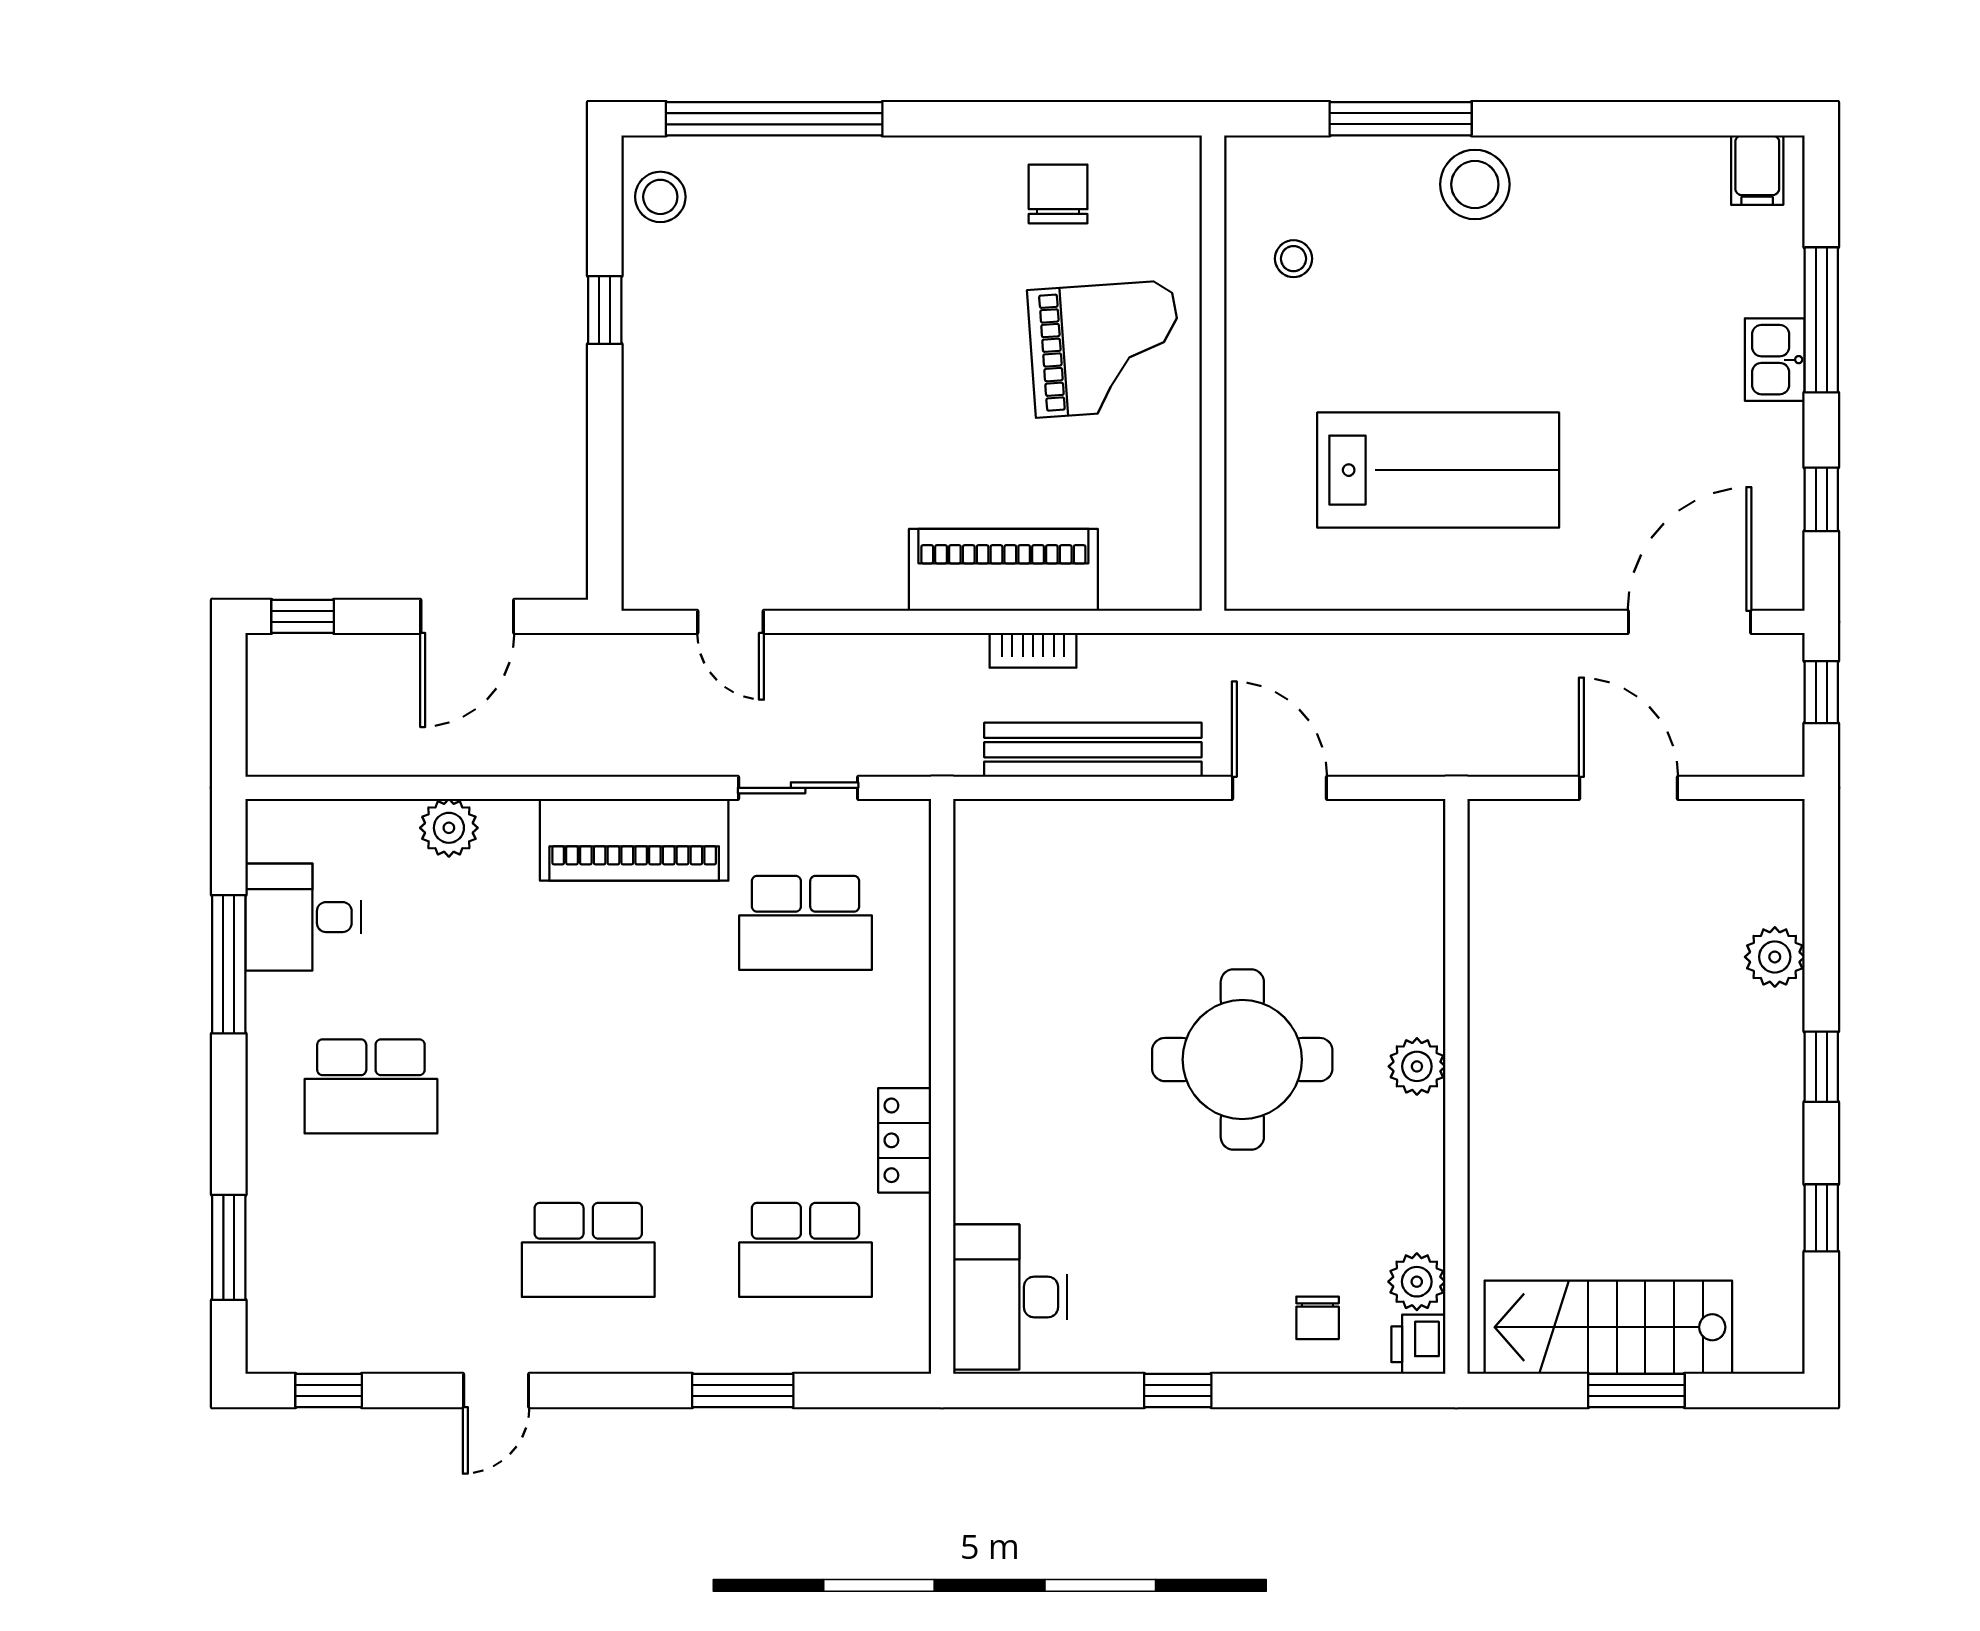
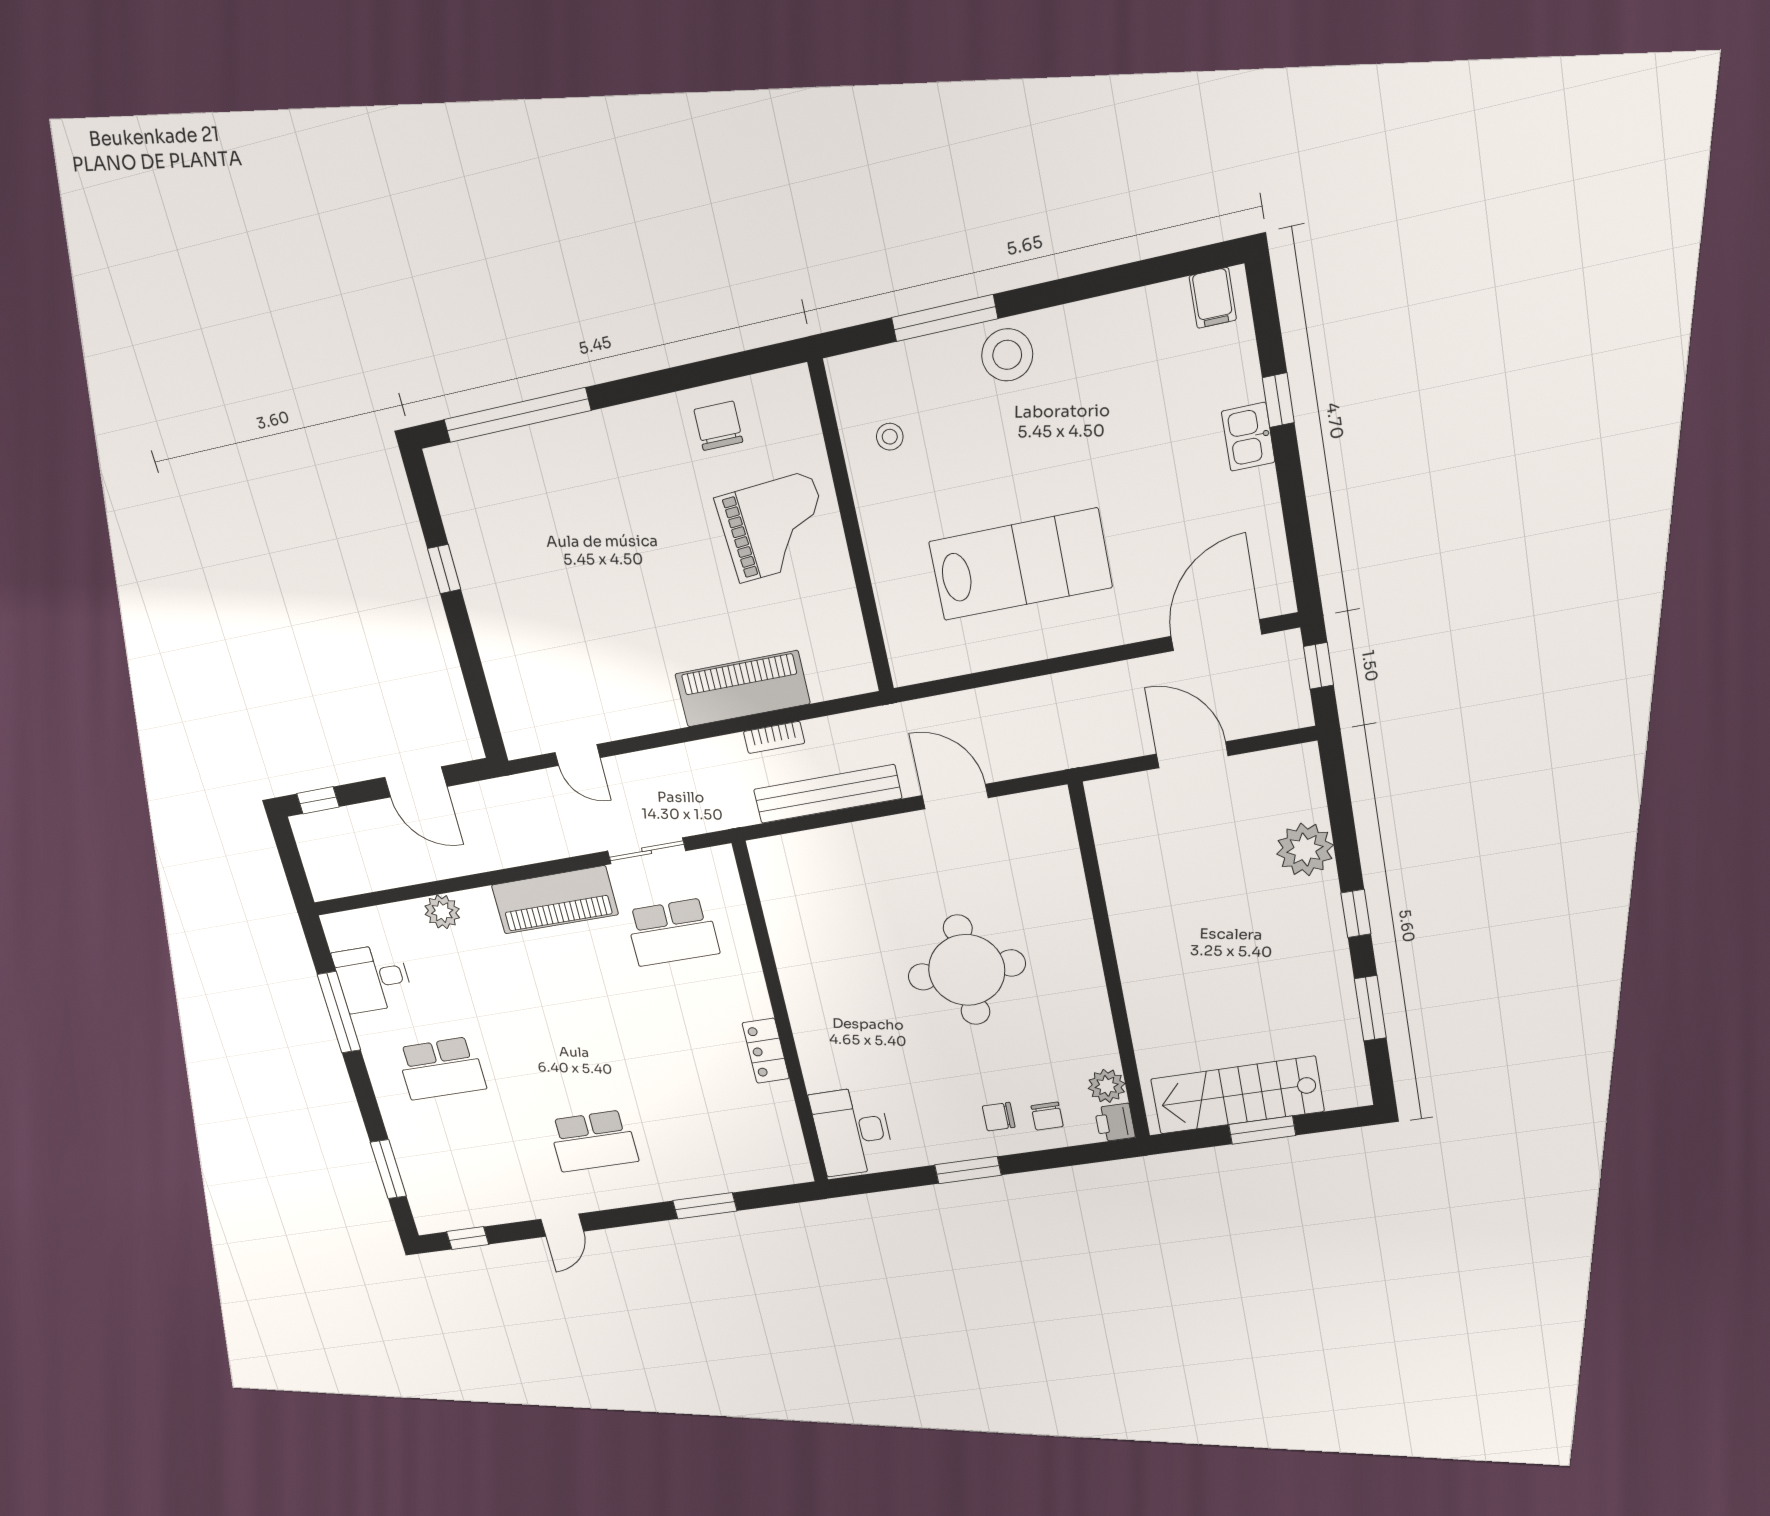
stool: (660, 197) -> (458, 485), removed
window: (1821, 320) -> (1278, 400), width x0.46
window: (1821, 499) -> (1298, 531), removed
door: (467, 616) -> (416, 782), hinge flipped
plant: (1775, 957) -> (1305, 849), width x1.36, depth x1.36
plant: (1417, 1066) -> (1081, 956), removed
window: (1821, 1218) -> (1370, 1008), width x1.50
school desk: (806, 1250) -> (722, 1122), removed
chair: (1243, 1307) -> (999, 1117), added
window: (1178, 1391) -> (968, 1170), width x1.50

